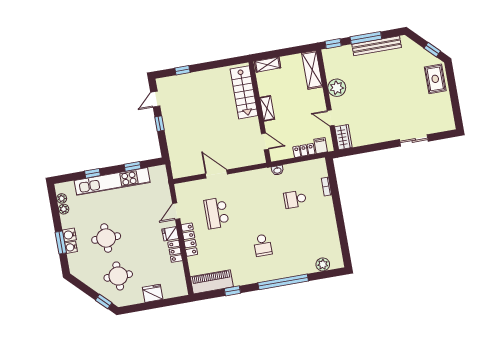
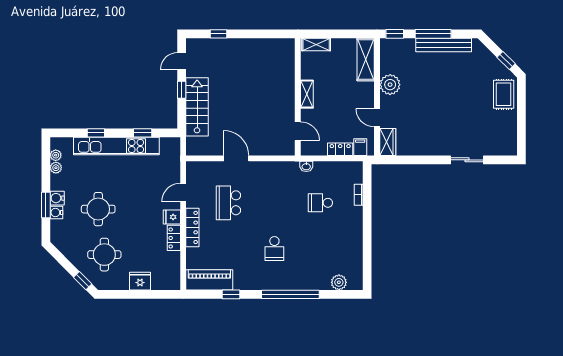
stairs: (244, 92) -> (197, 107), moved, turned 180

